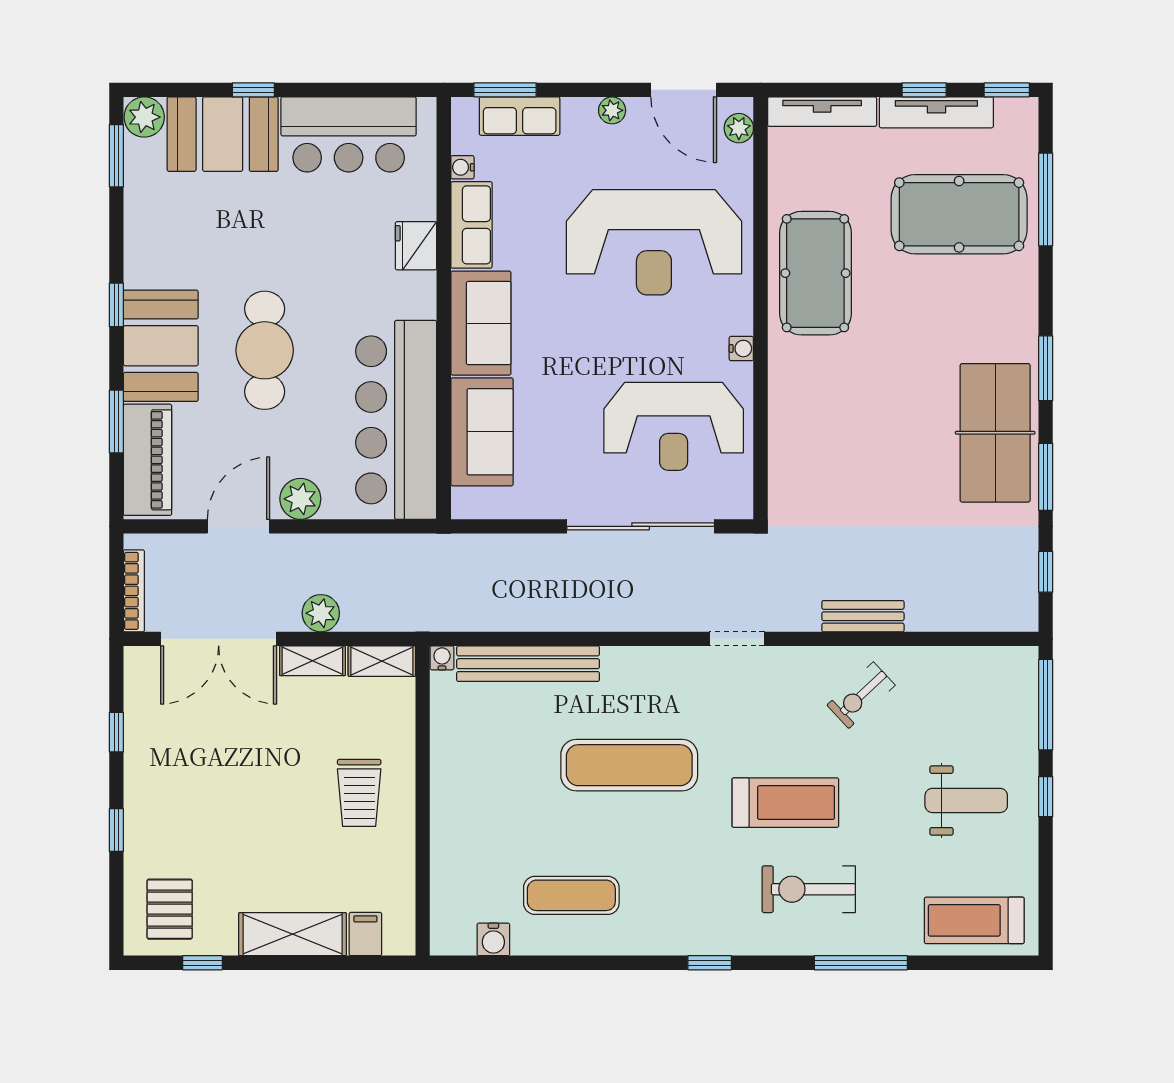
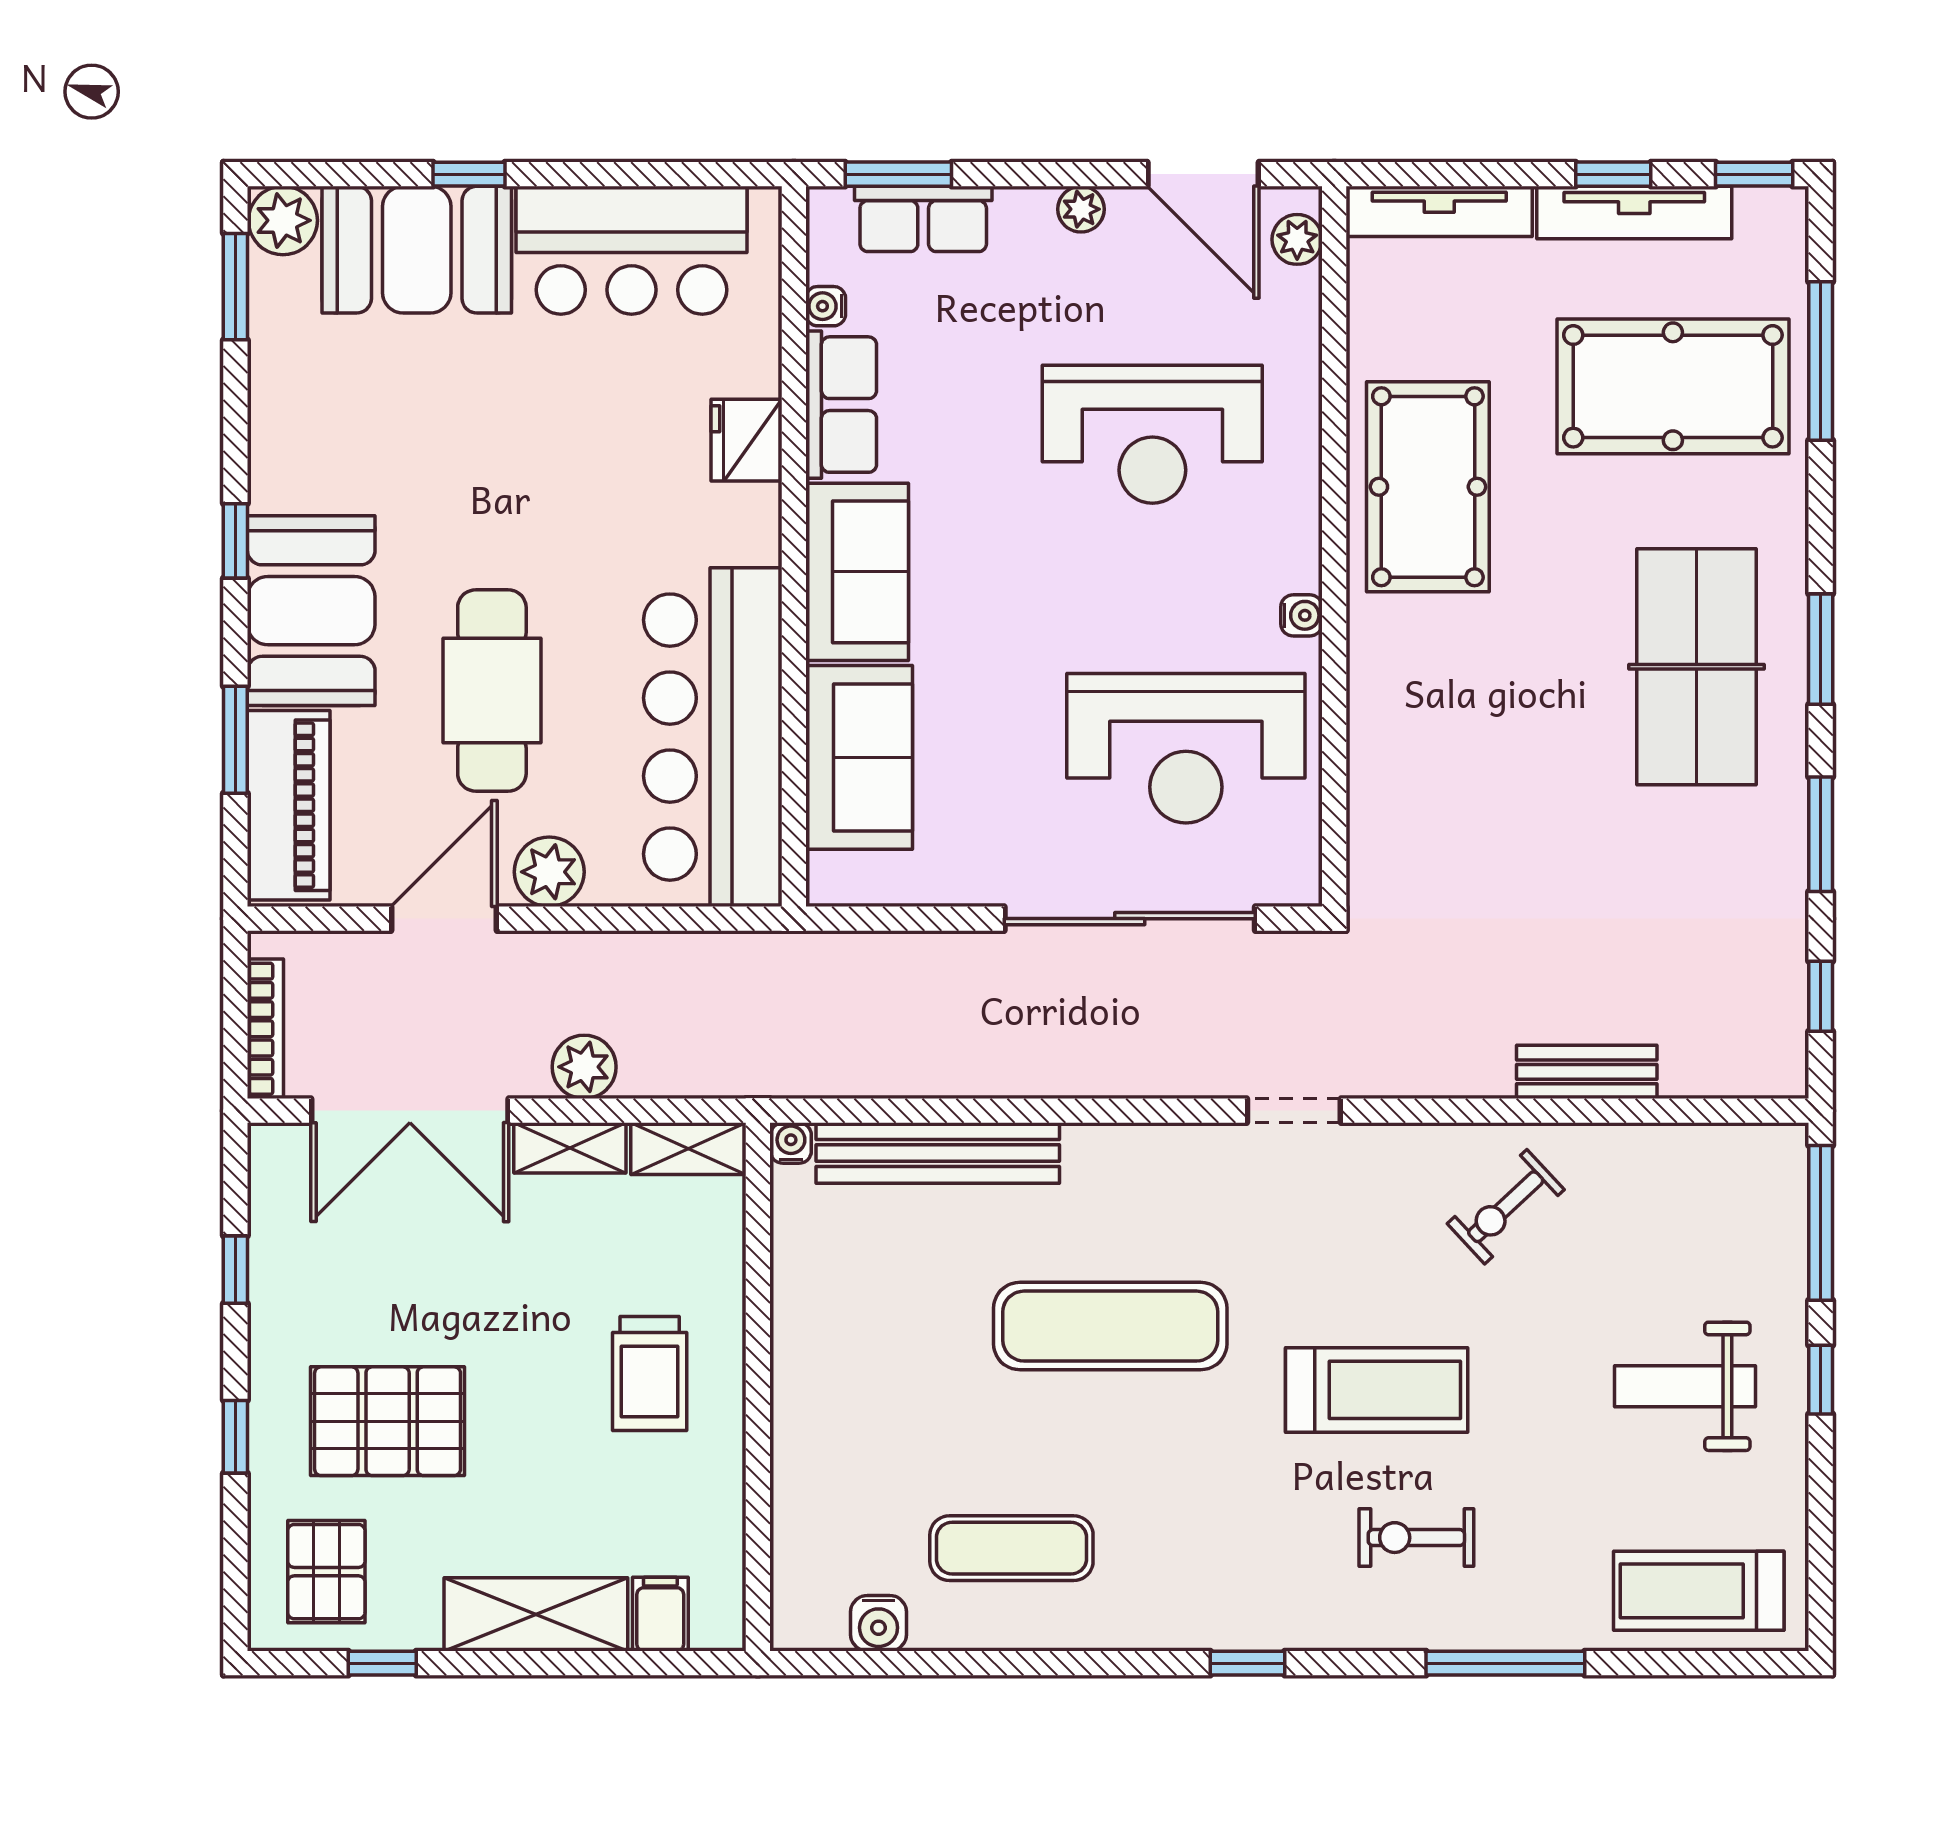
reception desk: (654, 242) -> (1152, 434), width x0.74, depth x0.77
cafe table: (265, 350) -> (492, 690), moved
table tennis table: (995, 433) -> (1696, 667), moved
bench: (863, 616) -> (1587, 1072), moved
weight bench: (966, 800) -> (1685, 1386), turned 180
pallet: (206, 821) -> (388, 1421), added
exercise bike: (809, 889) -> (1416, 1538), width x0.73, depth x0.72

